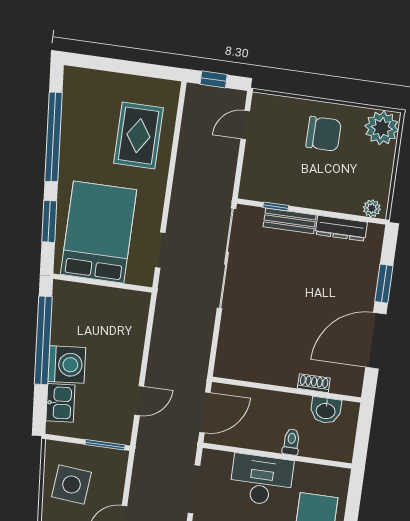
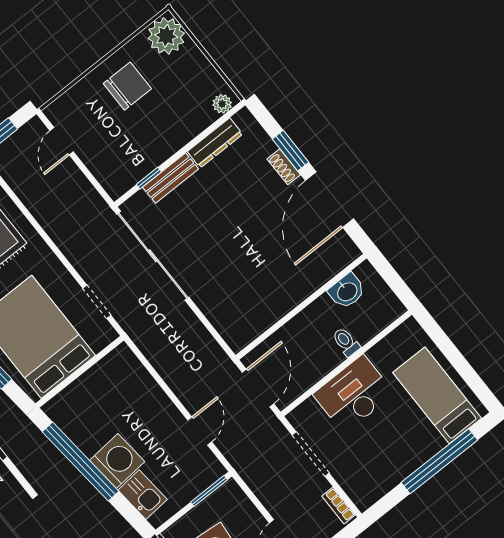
shoe rack: (314, 383) -> (284, 167), moved, turned -90

